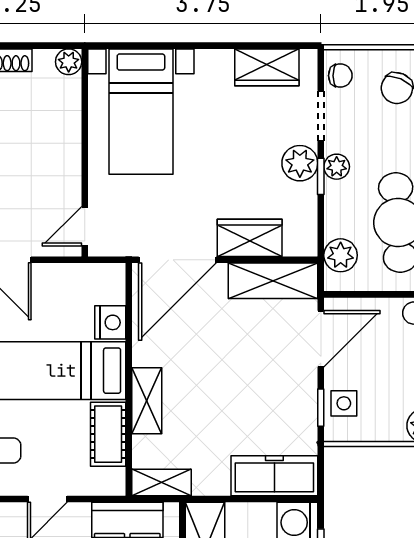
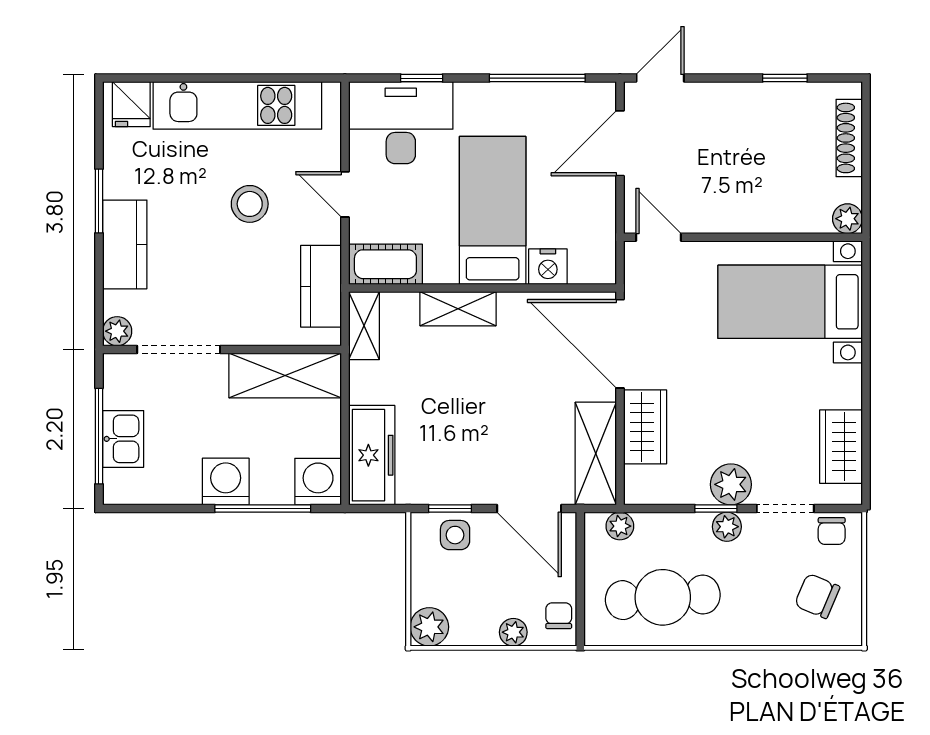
plant: (341, 255) -> (620, 526), width x0.73, depth x0.73
cot: (108, 434) -> (385, 264), moved

